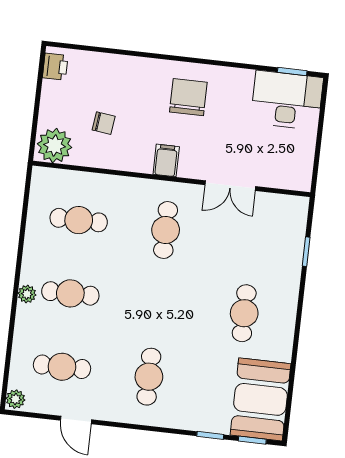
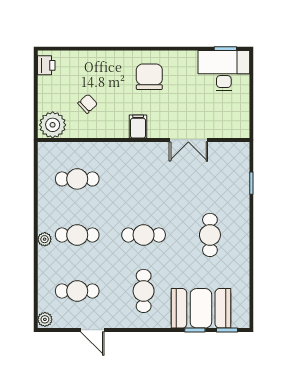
chair: (104, 123) -> (88, 104), turned -50
cafe table: (166, 230) -> (144, 235), moved, turned 90
booth: (261, 399) -> (201, 308), moved, turned 90

